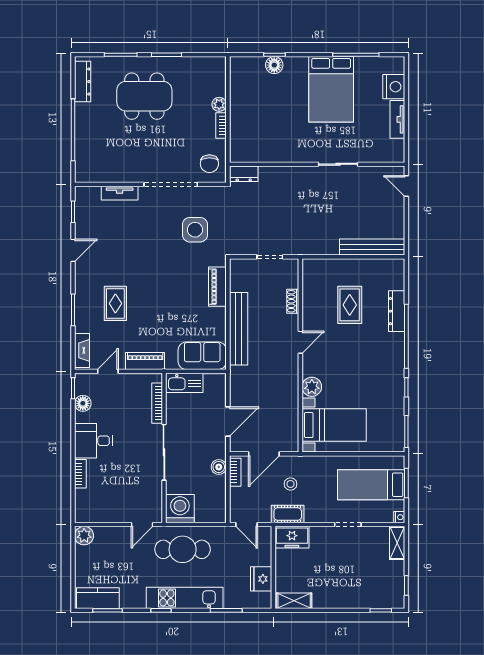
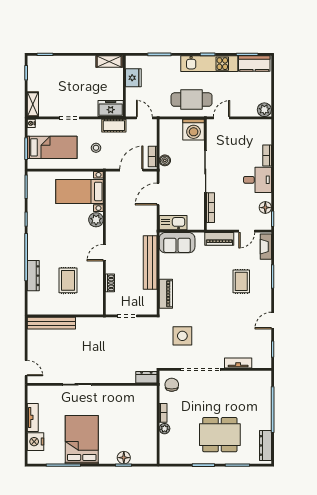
kitchen sink: (184, 383) -> (173, 223), moved
stool: (290, 484) -> (96, 148), moved
kitchen unit: (185, 598) -> (209, 64), moved

